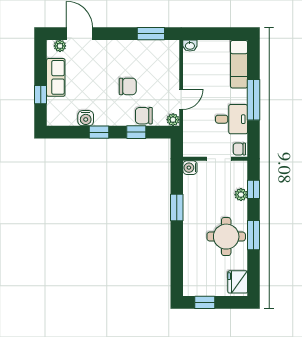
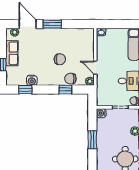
window: (151, 34) -> (52, 24), moved
door: (181, 99) -> (95, 68), swing flipped
window: (99, 132) -> (25, 90), moved

